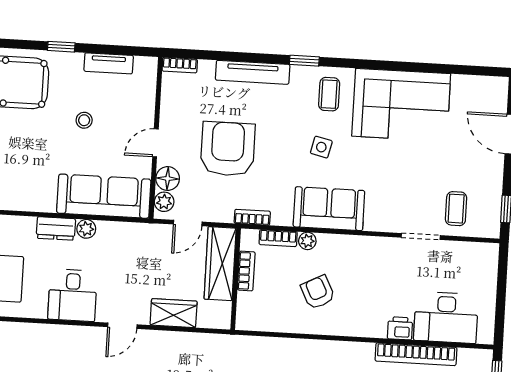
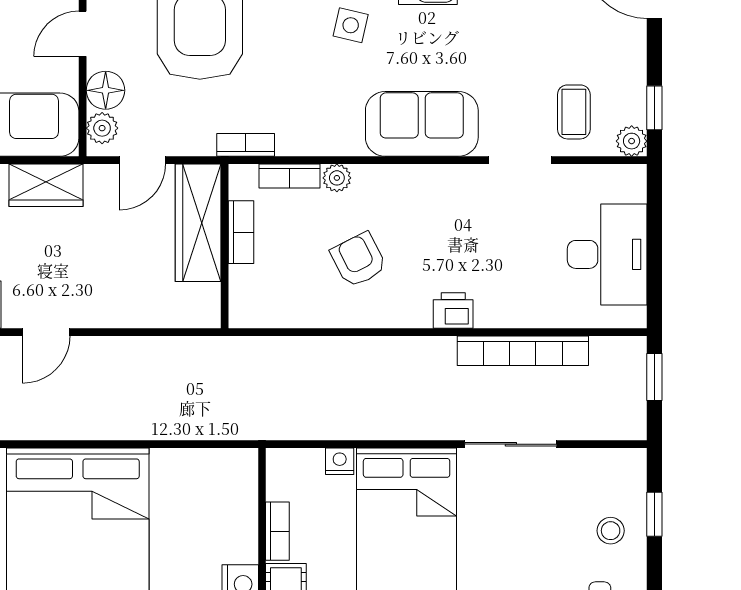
sofa: (329, 209) -> (422, 124), moved
plant: (491, 229) -> (632, 141), added
wardrobe: (174, 313) -> (46, 185), moved, turned 180
desk: (446, 317) -> (607, 254), moved, turned -90
printer: (400, 328) -> (453, 310), moved

